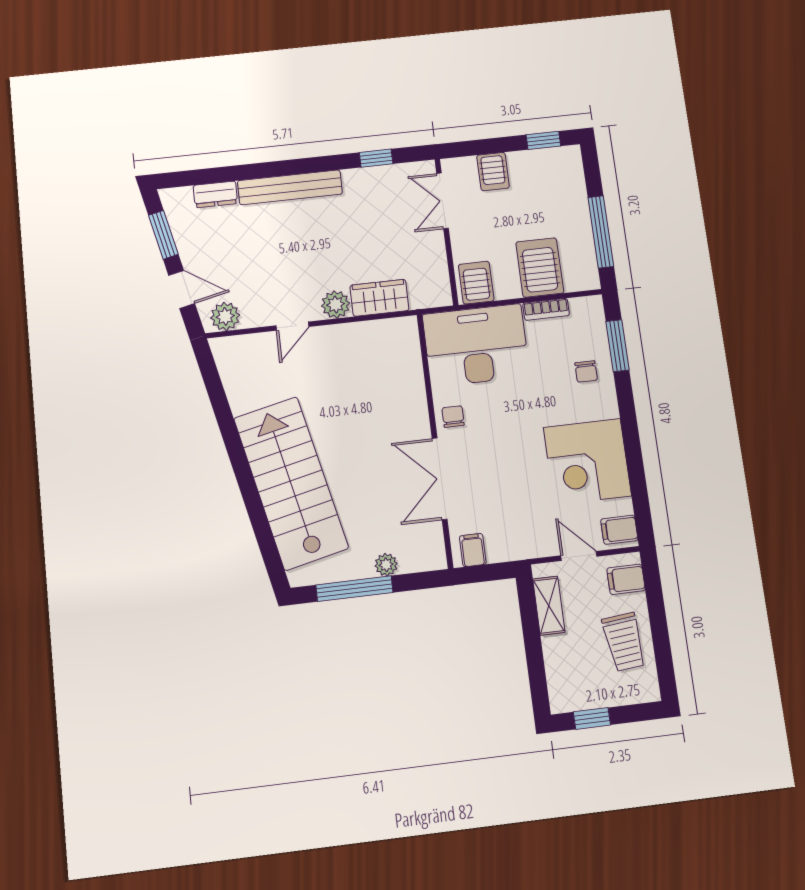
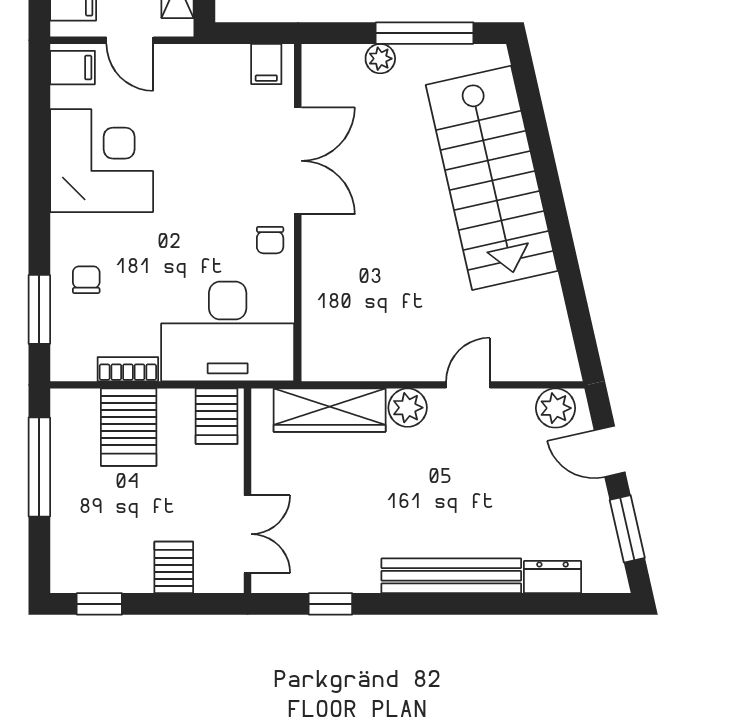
wardrobe: (379, 298) -> (330, 410), width x1.50

